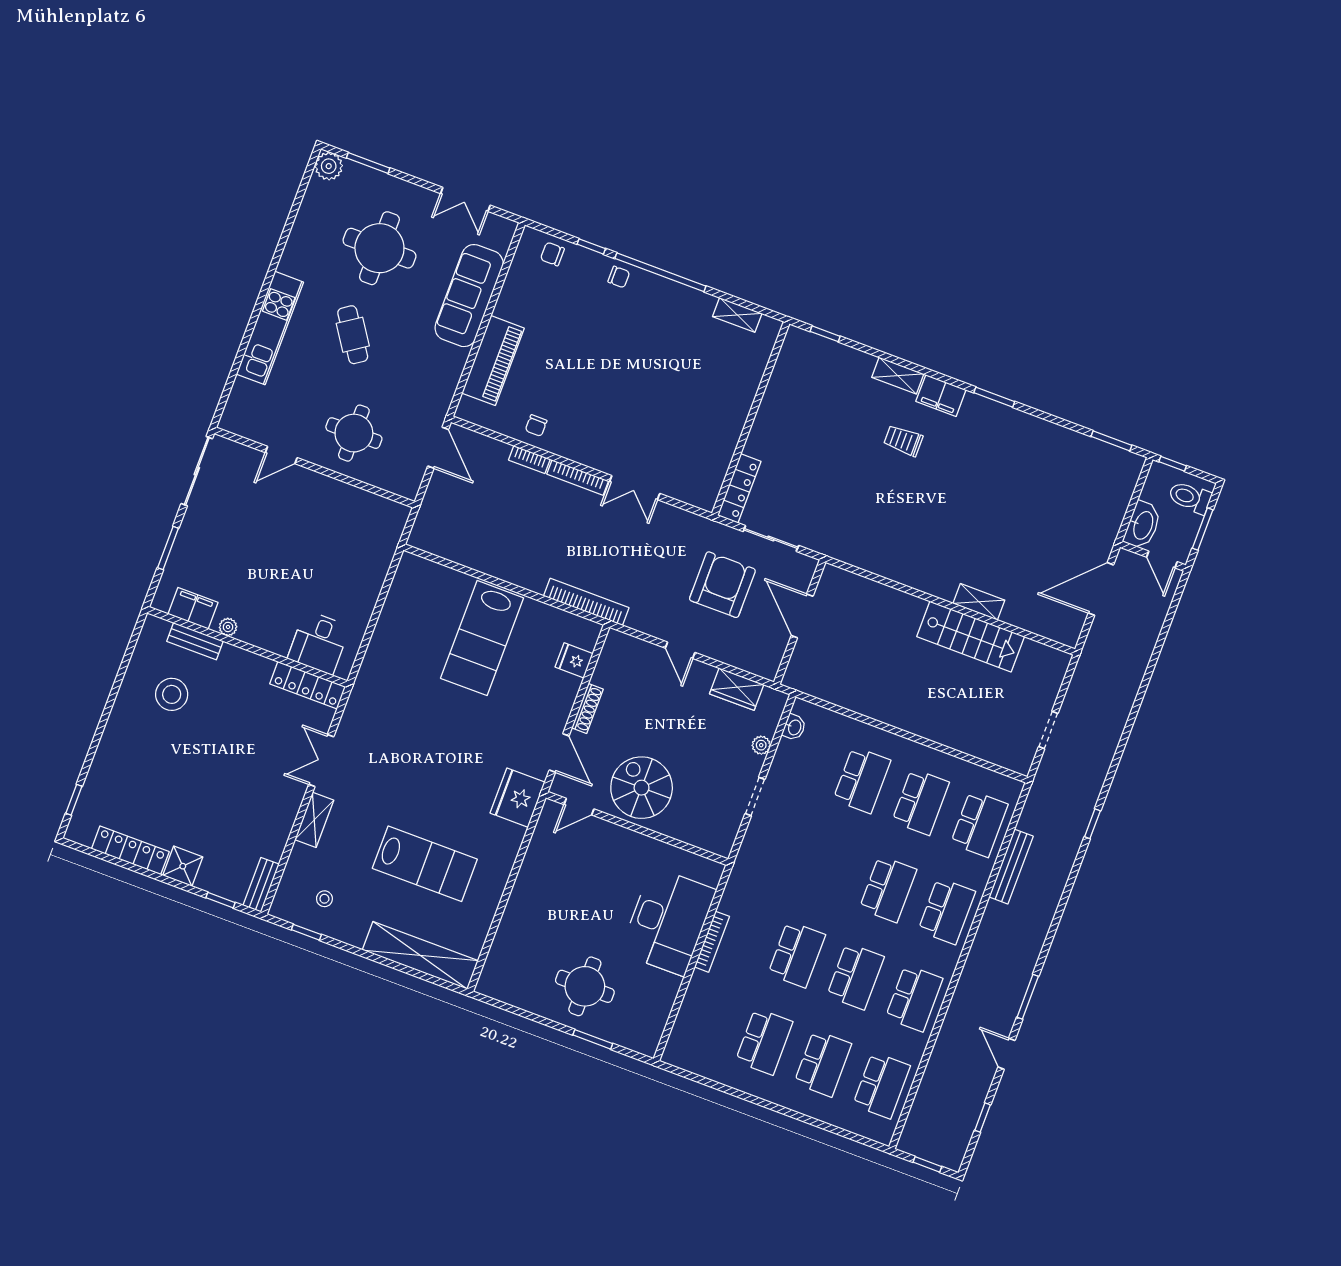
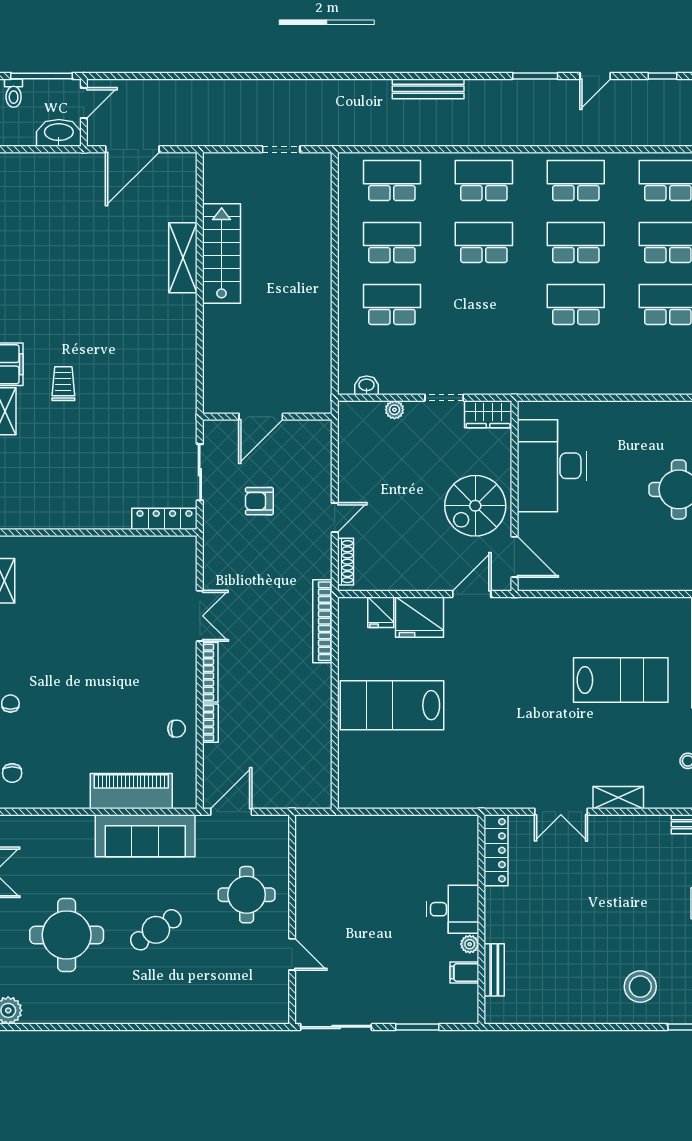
sofa: (469, 296) -> (145, 836), moved
kitchen unit: (270, 328) -> (178, 1009), removed
trolley: (903, 441) -> (63, 384), turned 180
toilet: (1190, 497) -> (14, 93), width x0.73, depth x0.72
window: (1203, 529) -> (42, 76), width x1.44
armchair: (722, 585) -> (259, 501), width x0.53, depth x0.53
door: (1101, 589) -> (132, 149), hinge flipped
shelving: (979, 602) -> (183, 258), width x1.50, depth x1.33
filing cabinet: (193, 608) -> (464, 972), width x0.50
lab bench: (482, 638) -> (392, 705), turned 180
desk: (319, 642) -> (453, 909), moved
wardrobe: (737, 689) -> (488, 414), moved, turned 90
stool: (172, 694) -> (640, 987), moved
shoe rack: (587, 708) -> (346, 562), moved, turned 90
fridge: (518, 798) -> (419, 617), moved
door: (579, 807) -> (514, 557), width x1.38
window: (1092, 824) -> (353, 76), removed
lab bench: (425, 864) -> (621, 680), turned 90
bench: (1011, 867) -> (428, 89), moved
desk: (668, 921) -> (552, 466), moved, turned -90
bookcase: (712, 942) -> (593, 387), removed

